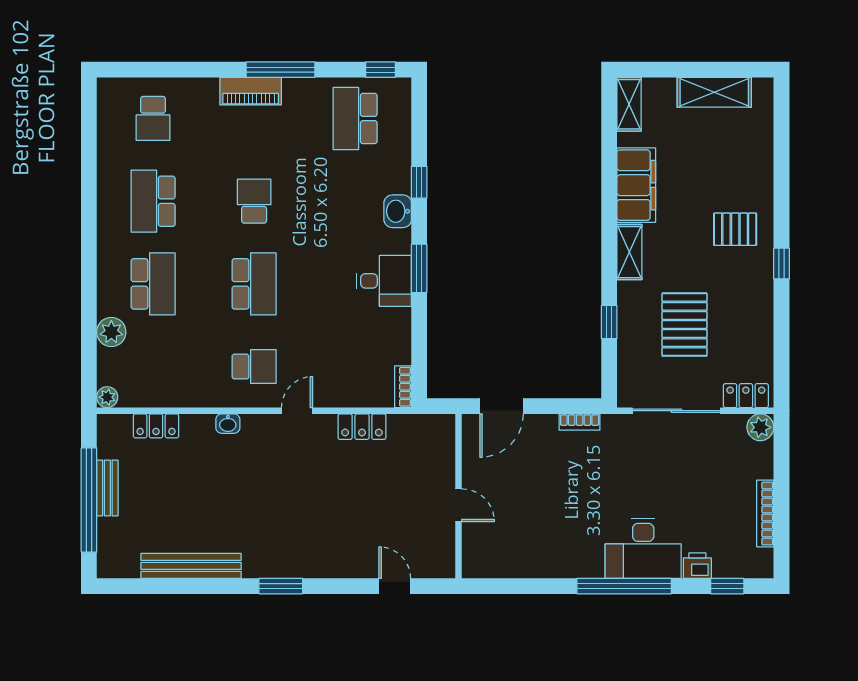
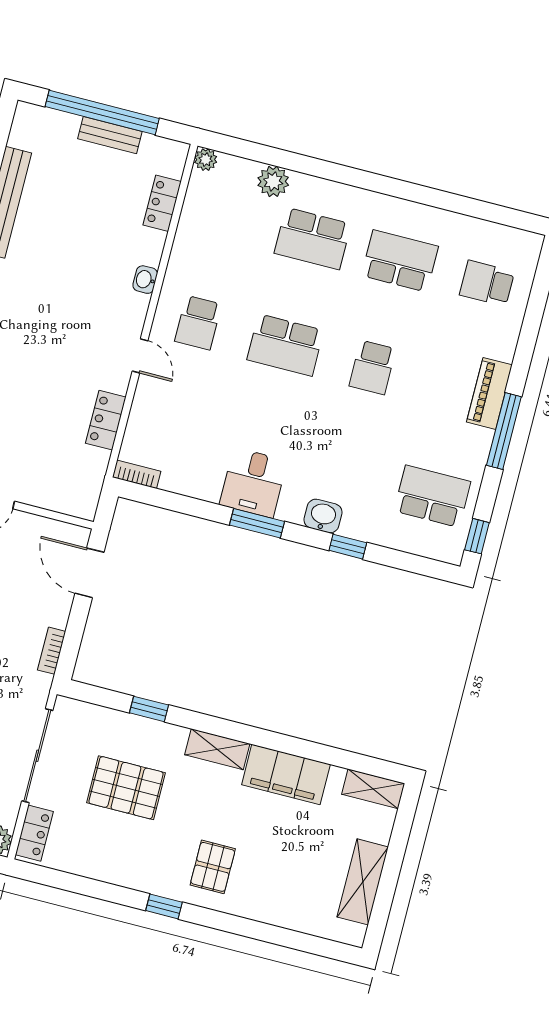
school desk: (254, 201) -> (372, 367), turned 90

